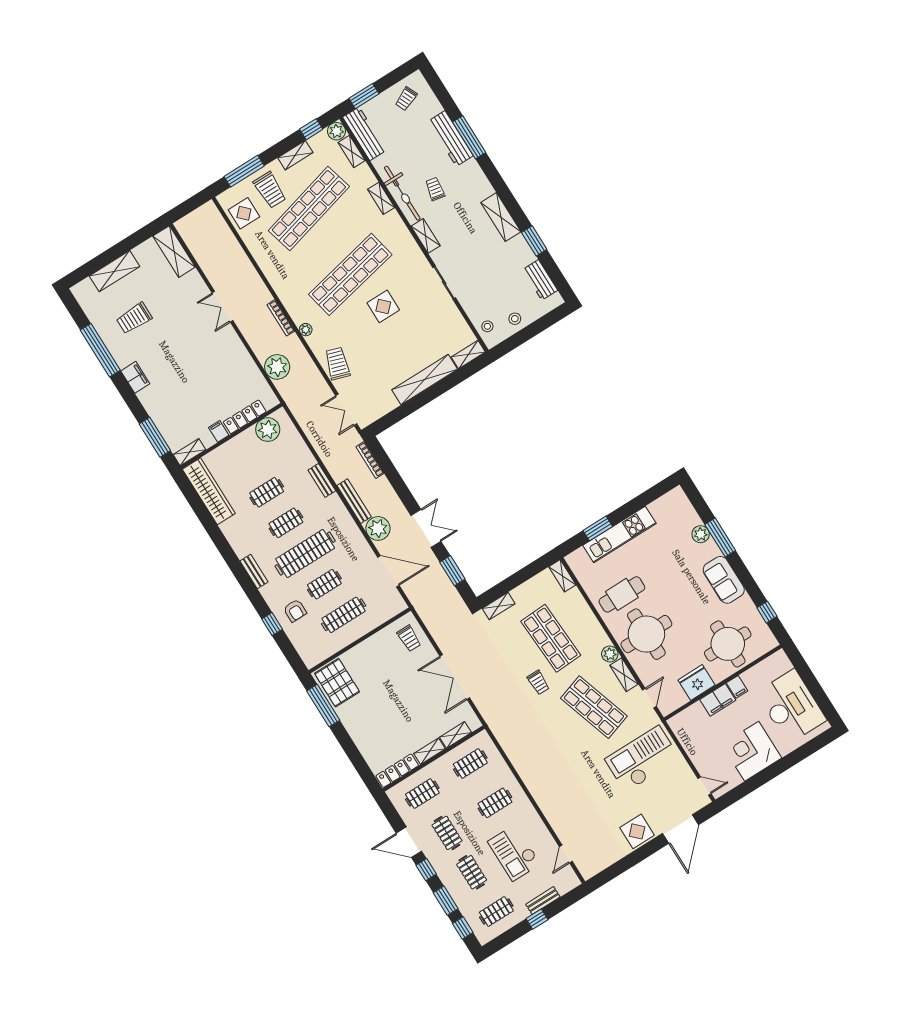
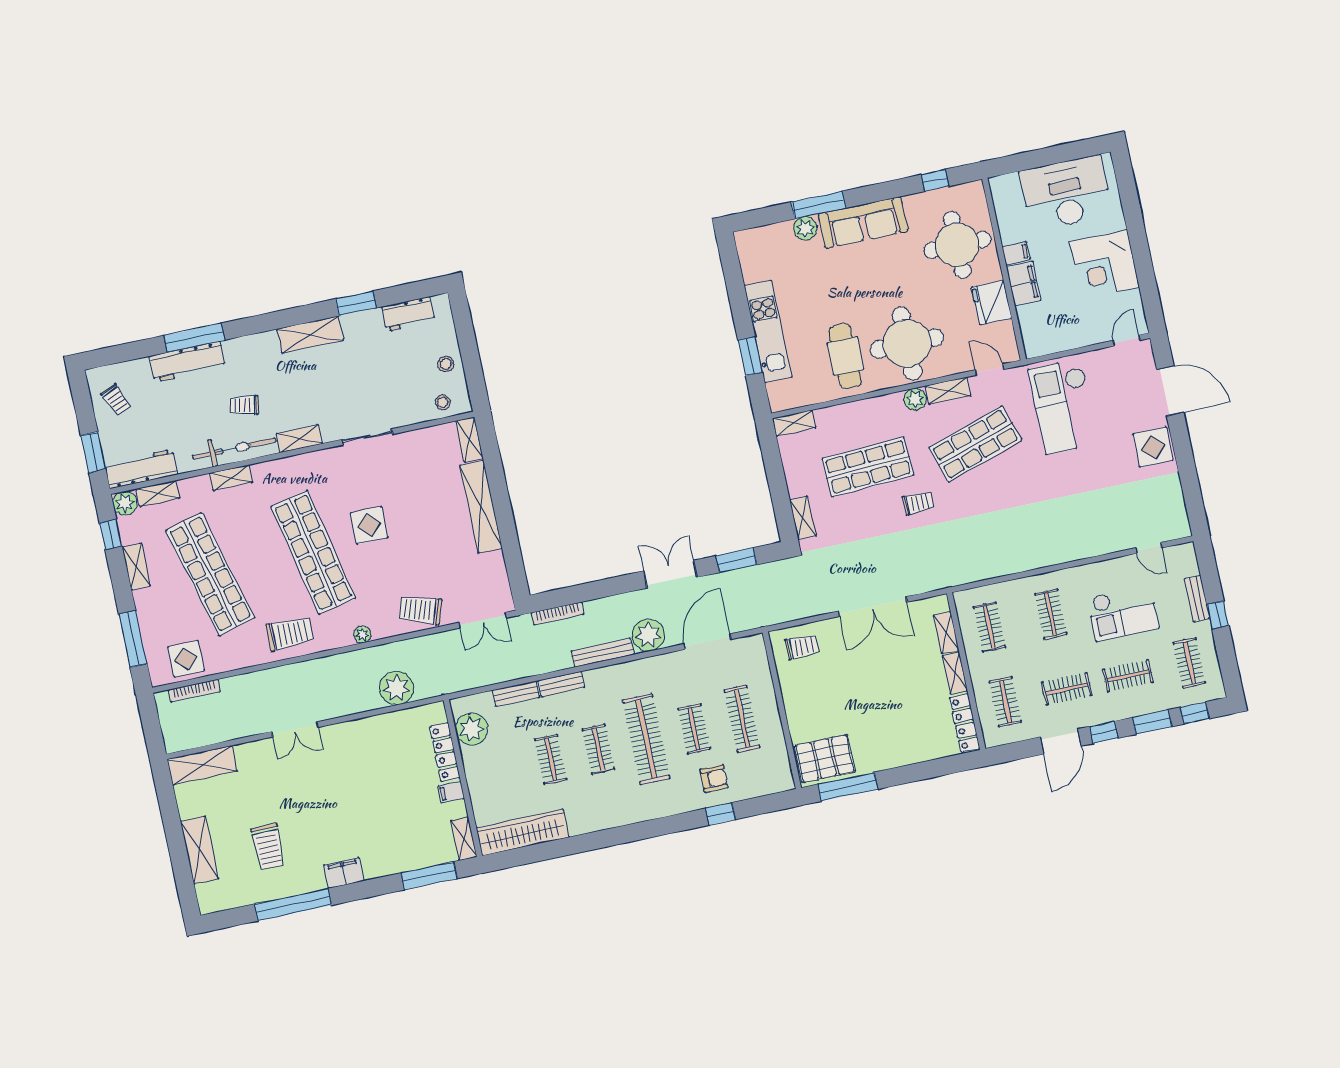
trolley: (270, 190) -> (290, 634), moved
bookcase: (281, 318) -> (194, 691), moved
bench: (254, 571) -> (516, 694), moved
sofa: (724, 580) -> (863, 223), width x1.36

